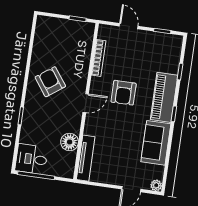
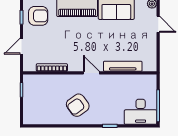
armchair: (124, 93) -> (38, 16), moved
floor lamp: (70, 142) -> (126, 82), removed
tv unit: (86, 158) -> (123, 66), moved
desk: (31, 159) -> (141, 112), width x1.37

